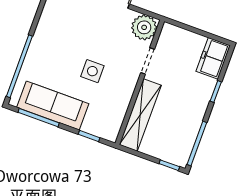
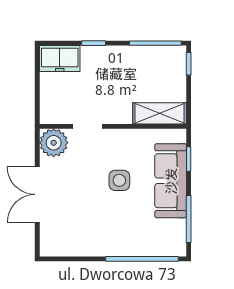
sofa: (53, 106) -> (171, 181), moved
shelving: (140, 115) -> (160, 113), width x0.68

